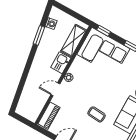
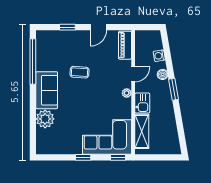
washing machine: (51, 24) -> (159, 56), moved
window: (39, 35) -> (173, 89), moved
boiler: (32, 76) -> (163, 74), added

